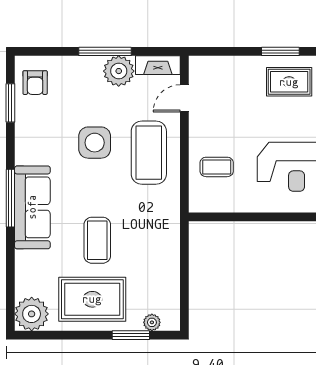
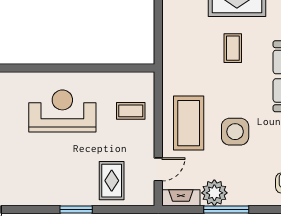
rug: (289, 82) -> (112, 181), moved, turned 90
coffee table: (97, 240) -> (233, 48), width x0.73, depth x0.77

